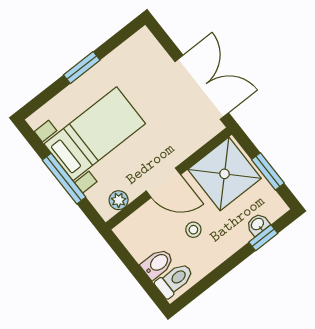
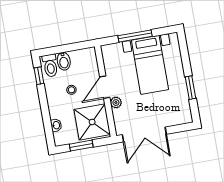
window: (82, 68) -> (190, 88), moved
plant: (119, 200) -> (116, 102), moved
window: (263, 238) -> (39, 76), moved

